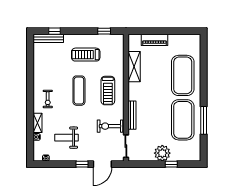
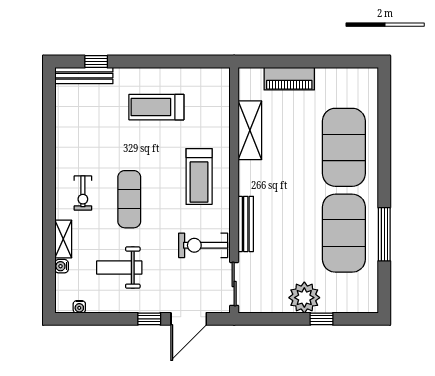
window: (104, 31) -> (192, 62), removed
exercise mat: (79, 91) -> (129, 199), moved

